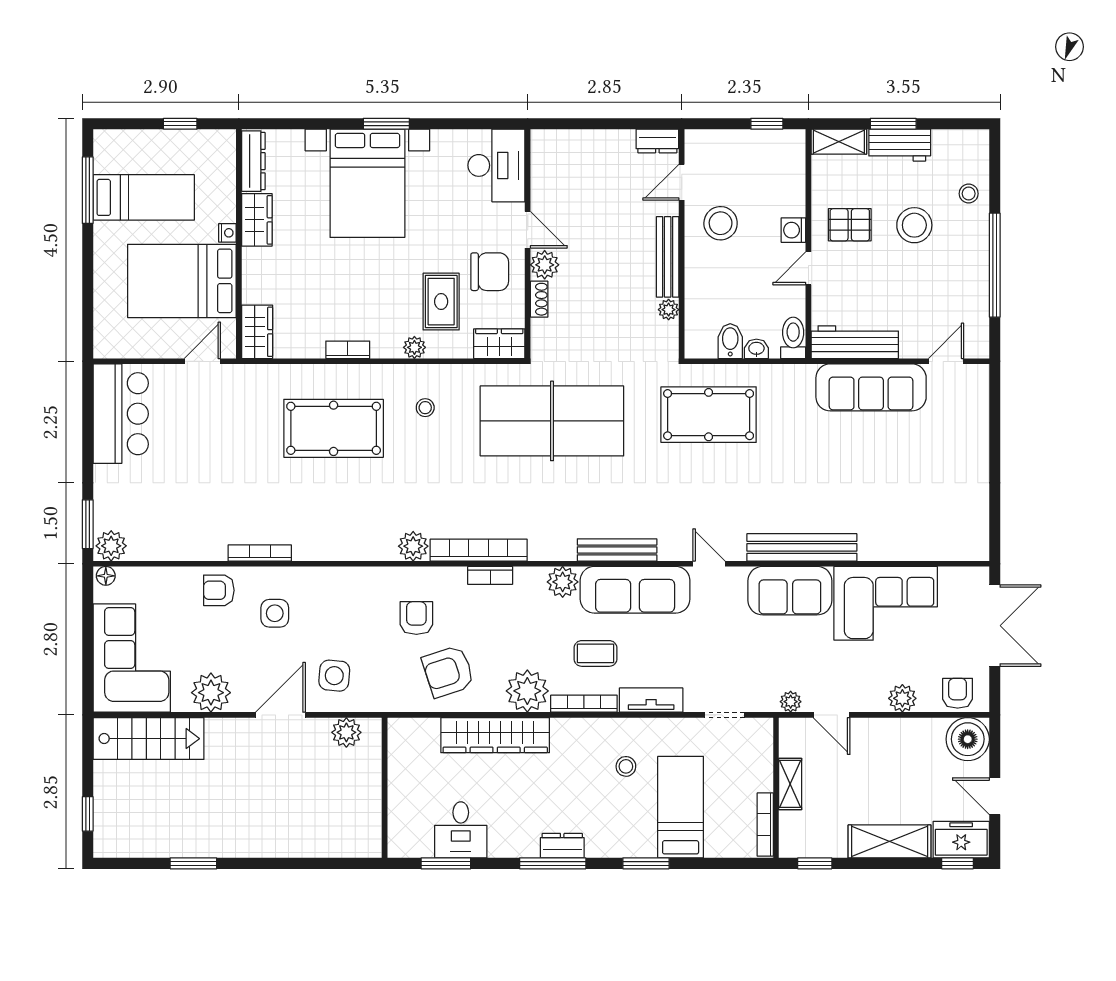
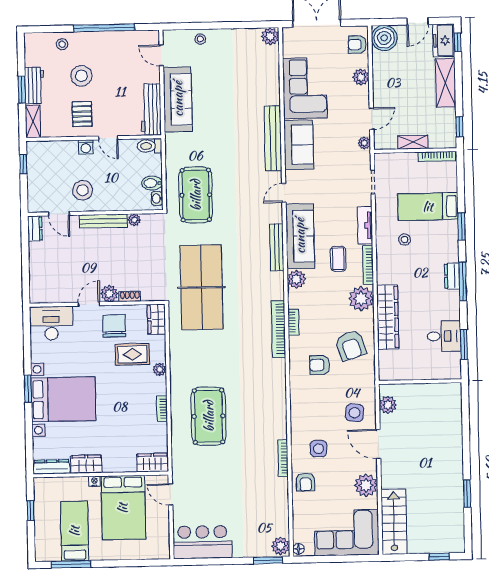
washbasin: (756, 349) -> (157, 198), moved
stool: (425, 408) -> (200, 39), moved
plant: (413, 546) -> (270, 36), moved

